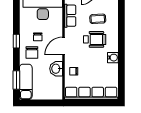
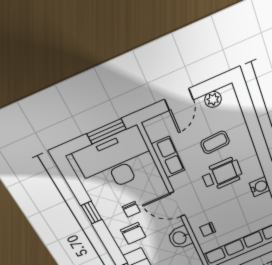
window: (16, 41) -> (91, 213), moved
door: (63, 46) -> (177, 204), hinge flipped

